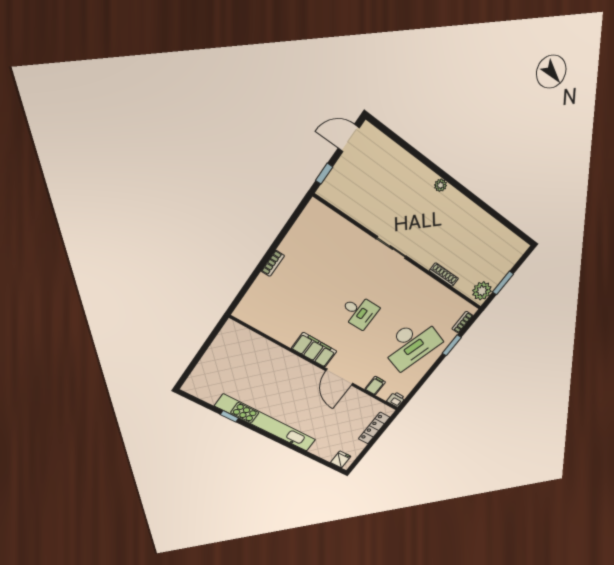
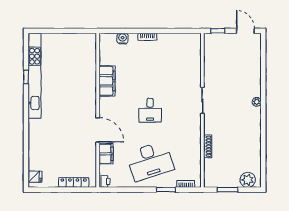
plant: (482, 291) -> (248, 180), moved
water cooler: (255, 293) -> (123, 38), added
desk: (411, 344) -> (150, 161), turned -36
filing cabinet: (314, 350) -> (107, 81), moved
door: (339, 377) -> (98, 130), swing flipped
filing cabinet: (375, 386) -> (106, 154), width x2.00
kitchen unit: (266, 423) -> (35, 76), moved

